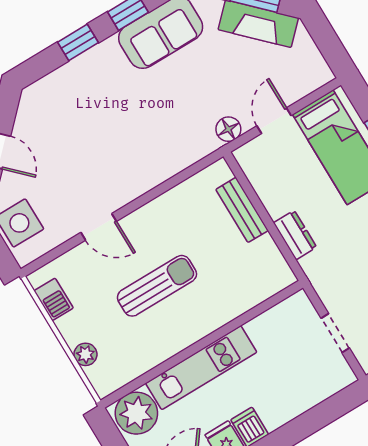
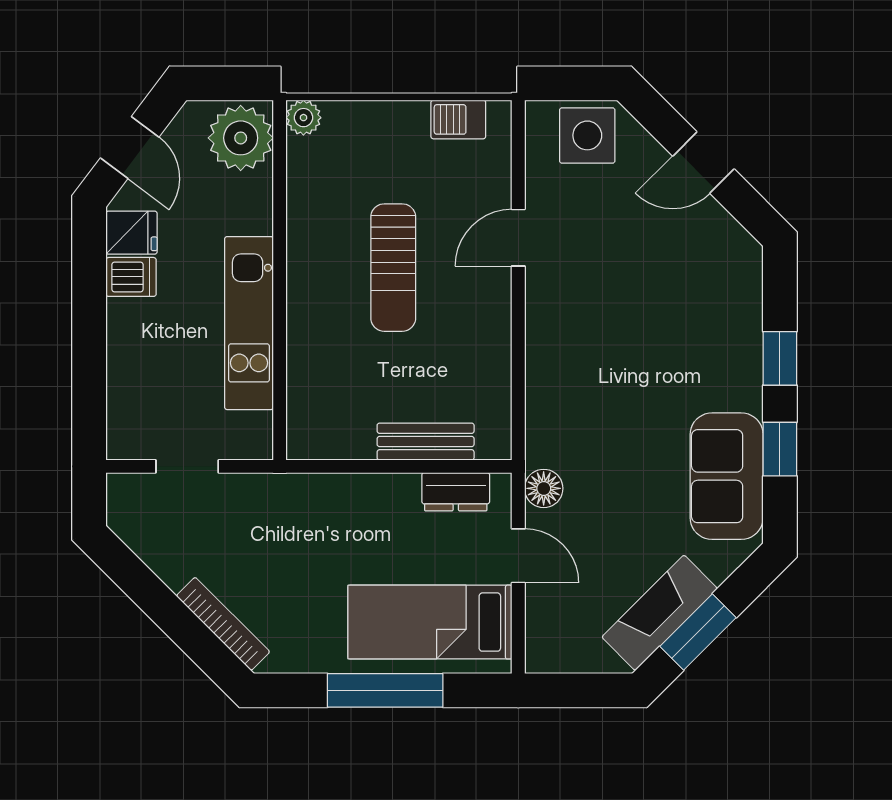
dresser: (295, 235) -> (456, 492), moved
plant: (85, 354) -> (303, 118), moved
kitchen unit: (201, 368) -> (249, 323), moved

